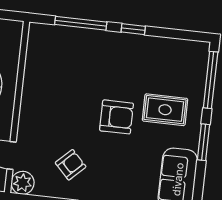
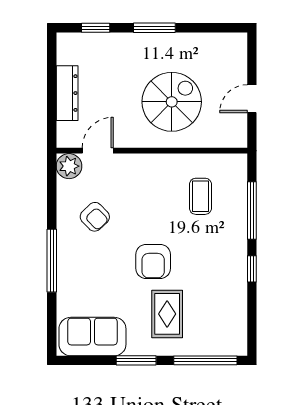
coffee table: (63, 68) -> (200, 196), added

